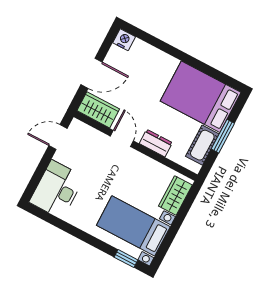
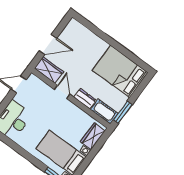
nightstand: (124, 40) -> (74, 25), removed
window: (223, 136) -> (123, 112), moved
cot: (202, 145) -> (104, 112), moved, turned 90

